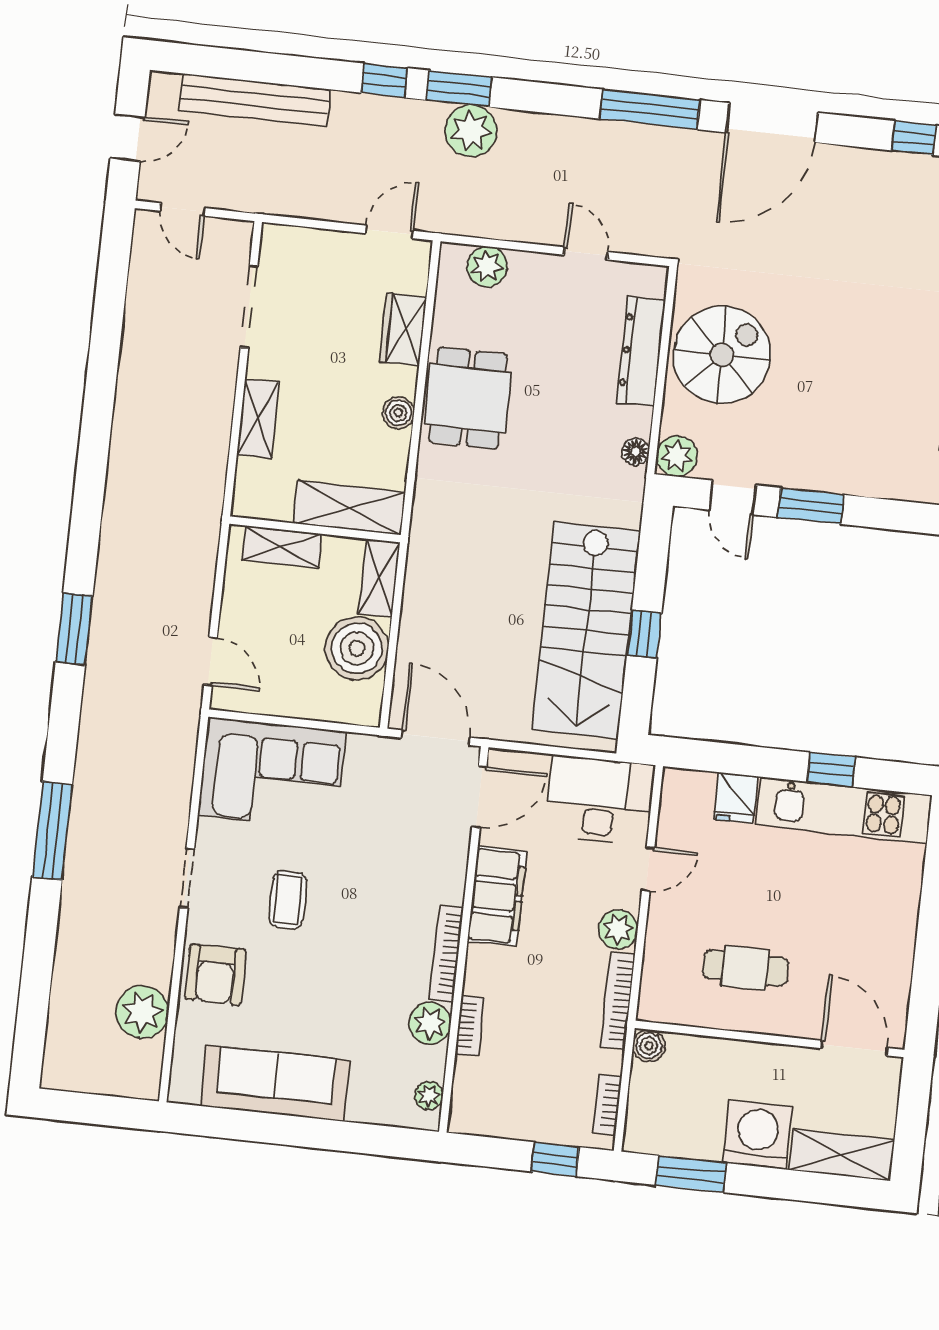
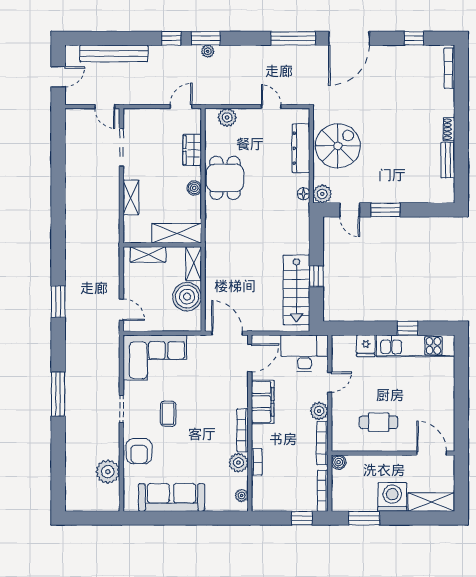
plant: (471, 131) -> (208, 51), width x0.53, depth x0.53
door: (182, 209) -> (105, 107), moved
stairs: (586, 630) -> (296, 290), width x0.73, depth x0.66
bookcase: (607, 1105) -> (323, 491), width x1.56

